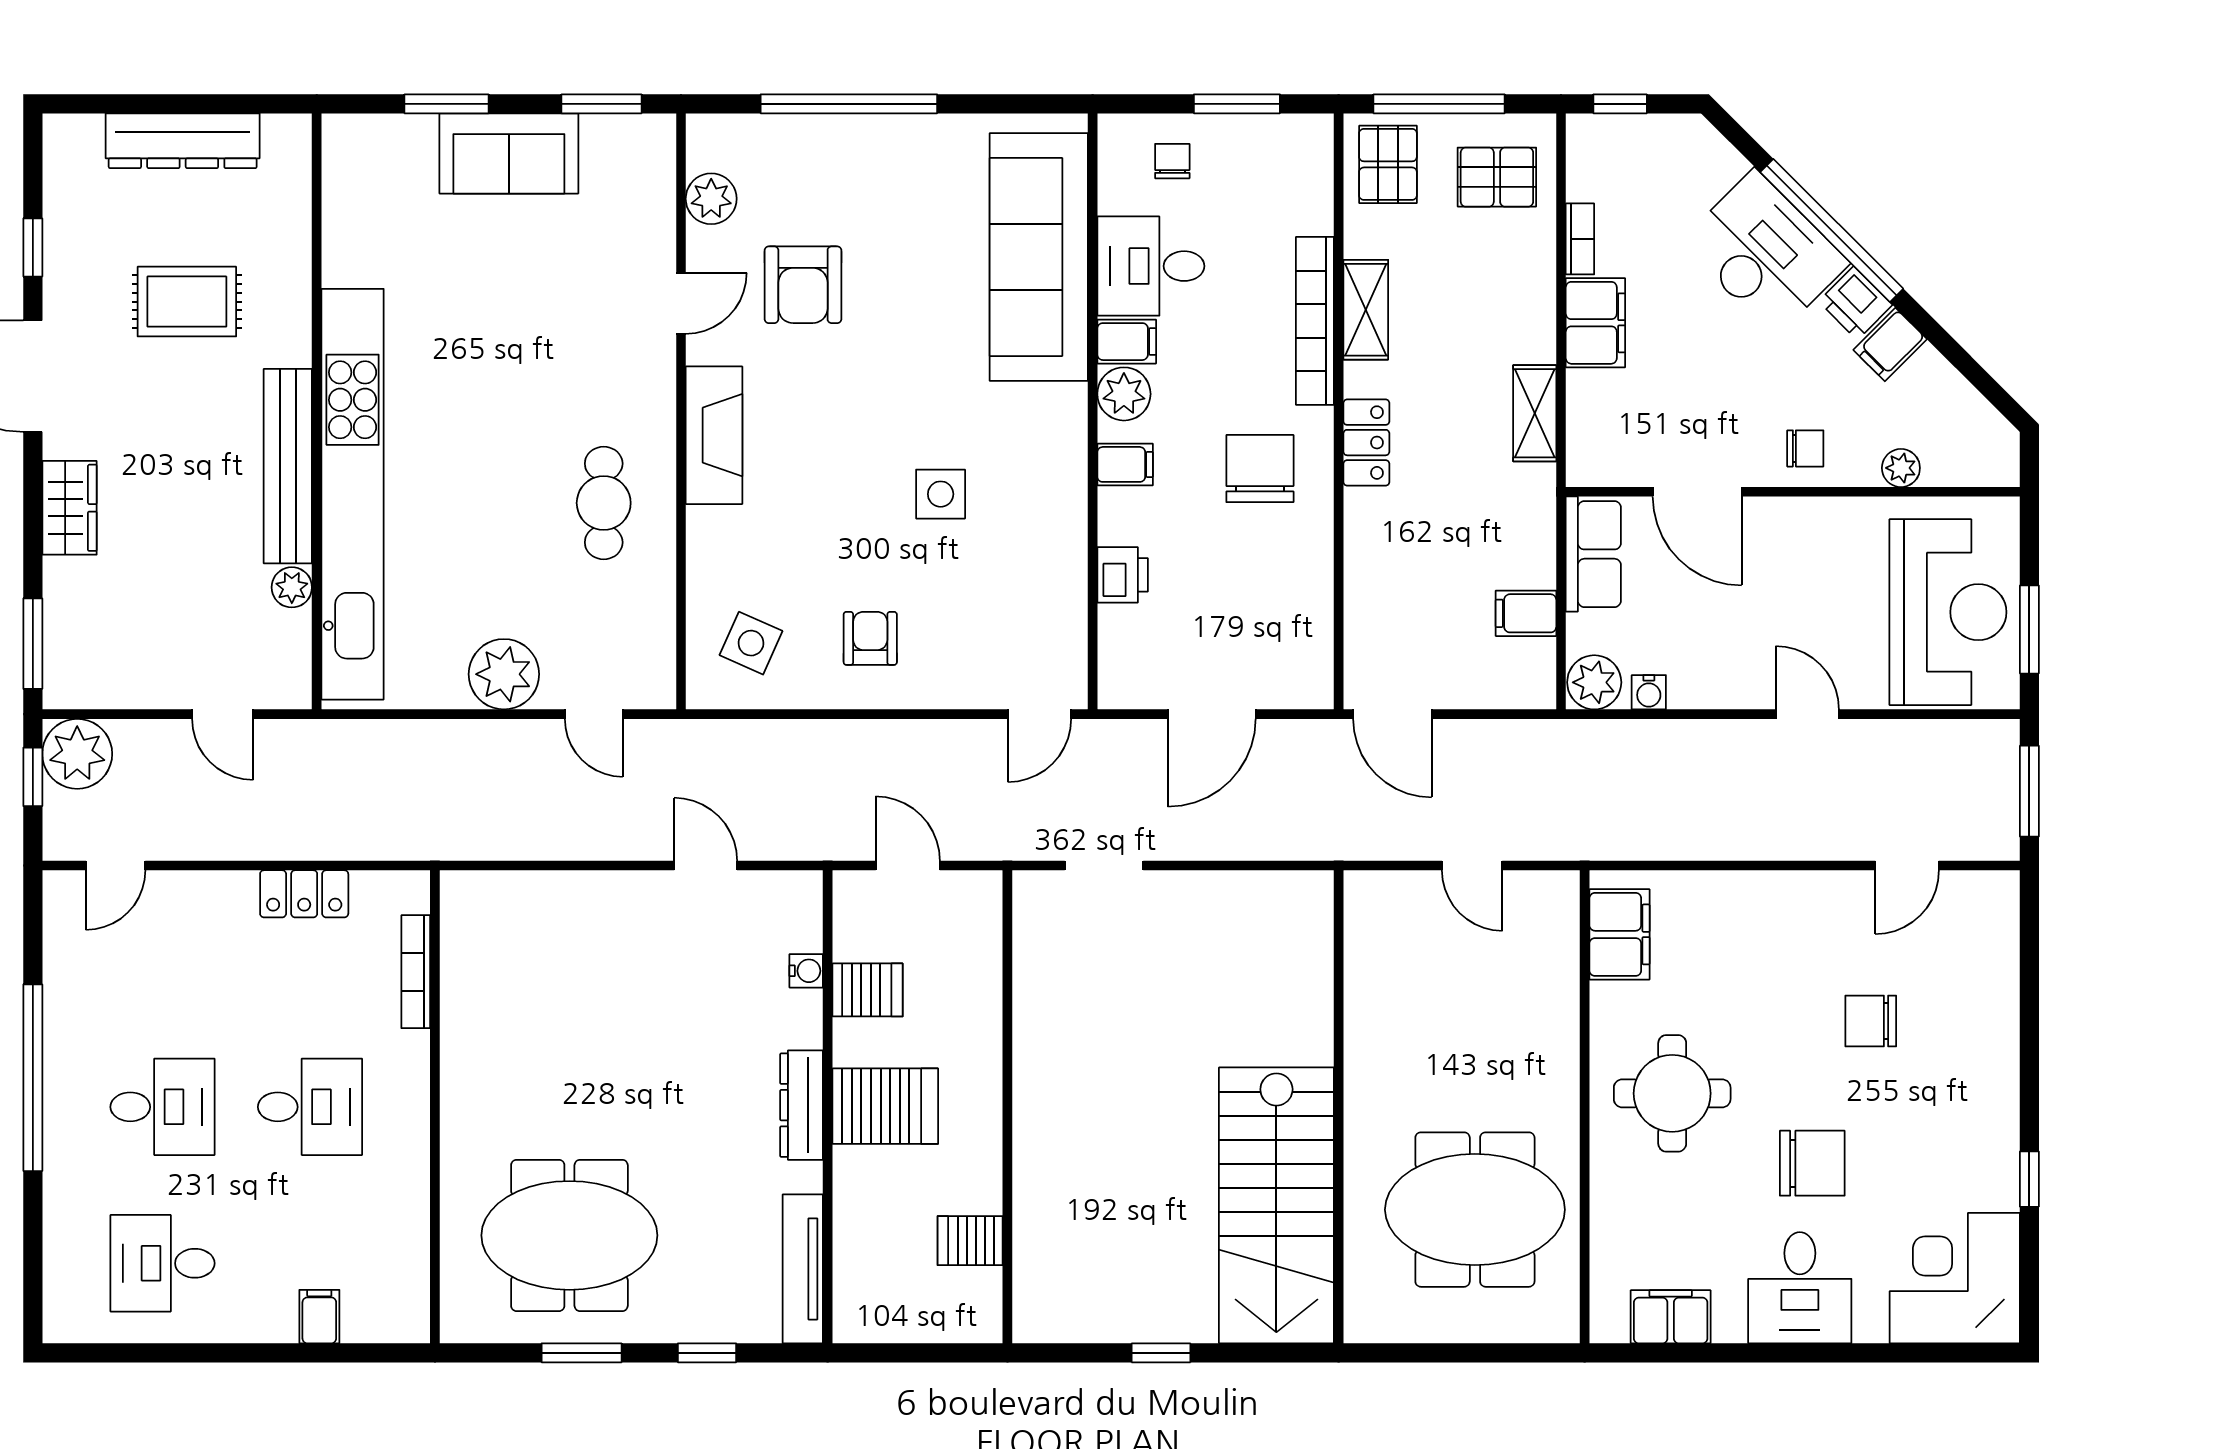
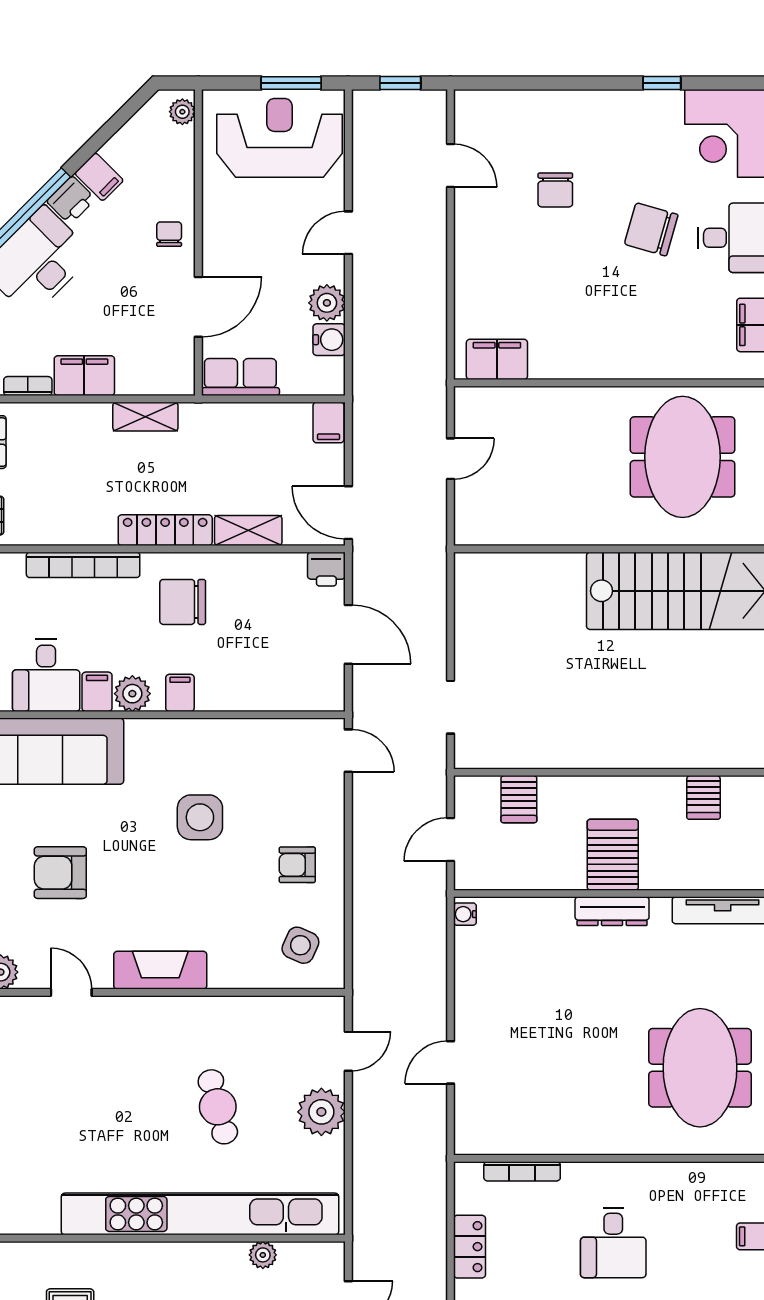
armchair: (803, 285) -> (60, 873), moved, turned 180
shelving: (1366, 310) -> (248, 531), moved
locker: (1366, 443) -> (165, 530), width x1.53
bench: (288, 466) -> (181, 1258), removed
plant: (1901, 468) -> (182, 112), moved
side table: (941, 494) -> (200, 817), width x1.37, depth x1.37
cafe table: (604, 503) -> (218, 1107), moved, turned 75
printer: (1123, 575) -> (326, 569), moved, turned 180
filing cabinet: (1526, 613) -> (328, 422), moved
plant: (1594, 682) -> (327, 303), moved
water cooler: (1649, 692) -> (329, 340), width x1.38, depth x1.38
door: (1392, 714) -> (348, 513), swing flipped
window: (2029, 791) -> (400, 83), width x0.67
door: (706, 866) -> (450, 1062), moved
water cooler: (806, 971) -> (465, 914), moved, turned -90
server rack: (868, 990) -> (519, 799), moved, turned 180
round table: (1672, 1093) -> (604, 324), removed
desk: (310, 1107) -> (613, 1243), turned 180
chair: (1812, 1163) -> (651, 229), turned -74

